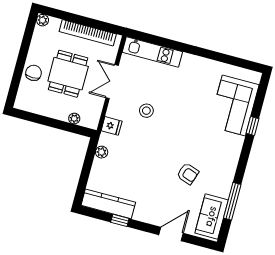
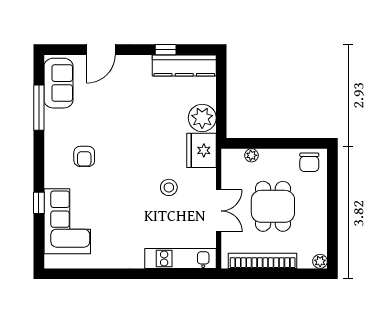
chair: (34, 73) -> (309, 162), moved
fridge: (112, 126) -> (201, 150), width x1.88, depth x1.34
plant: (102, 152) -> (202, 118), width x1.87, depth x1.87
armchair: (188, 174) -> (84, 156), moved, turned -109

